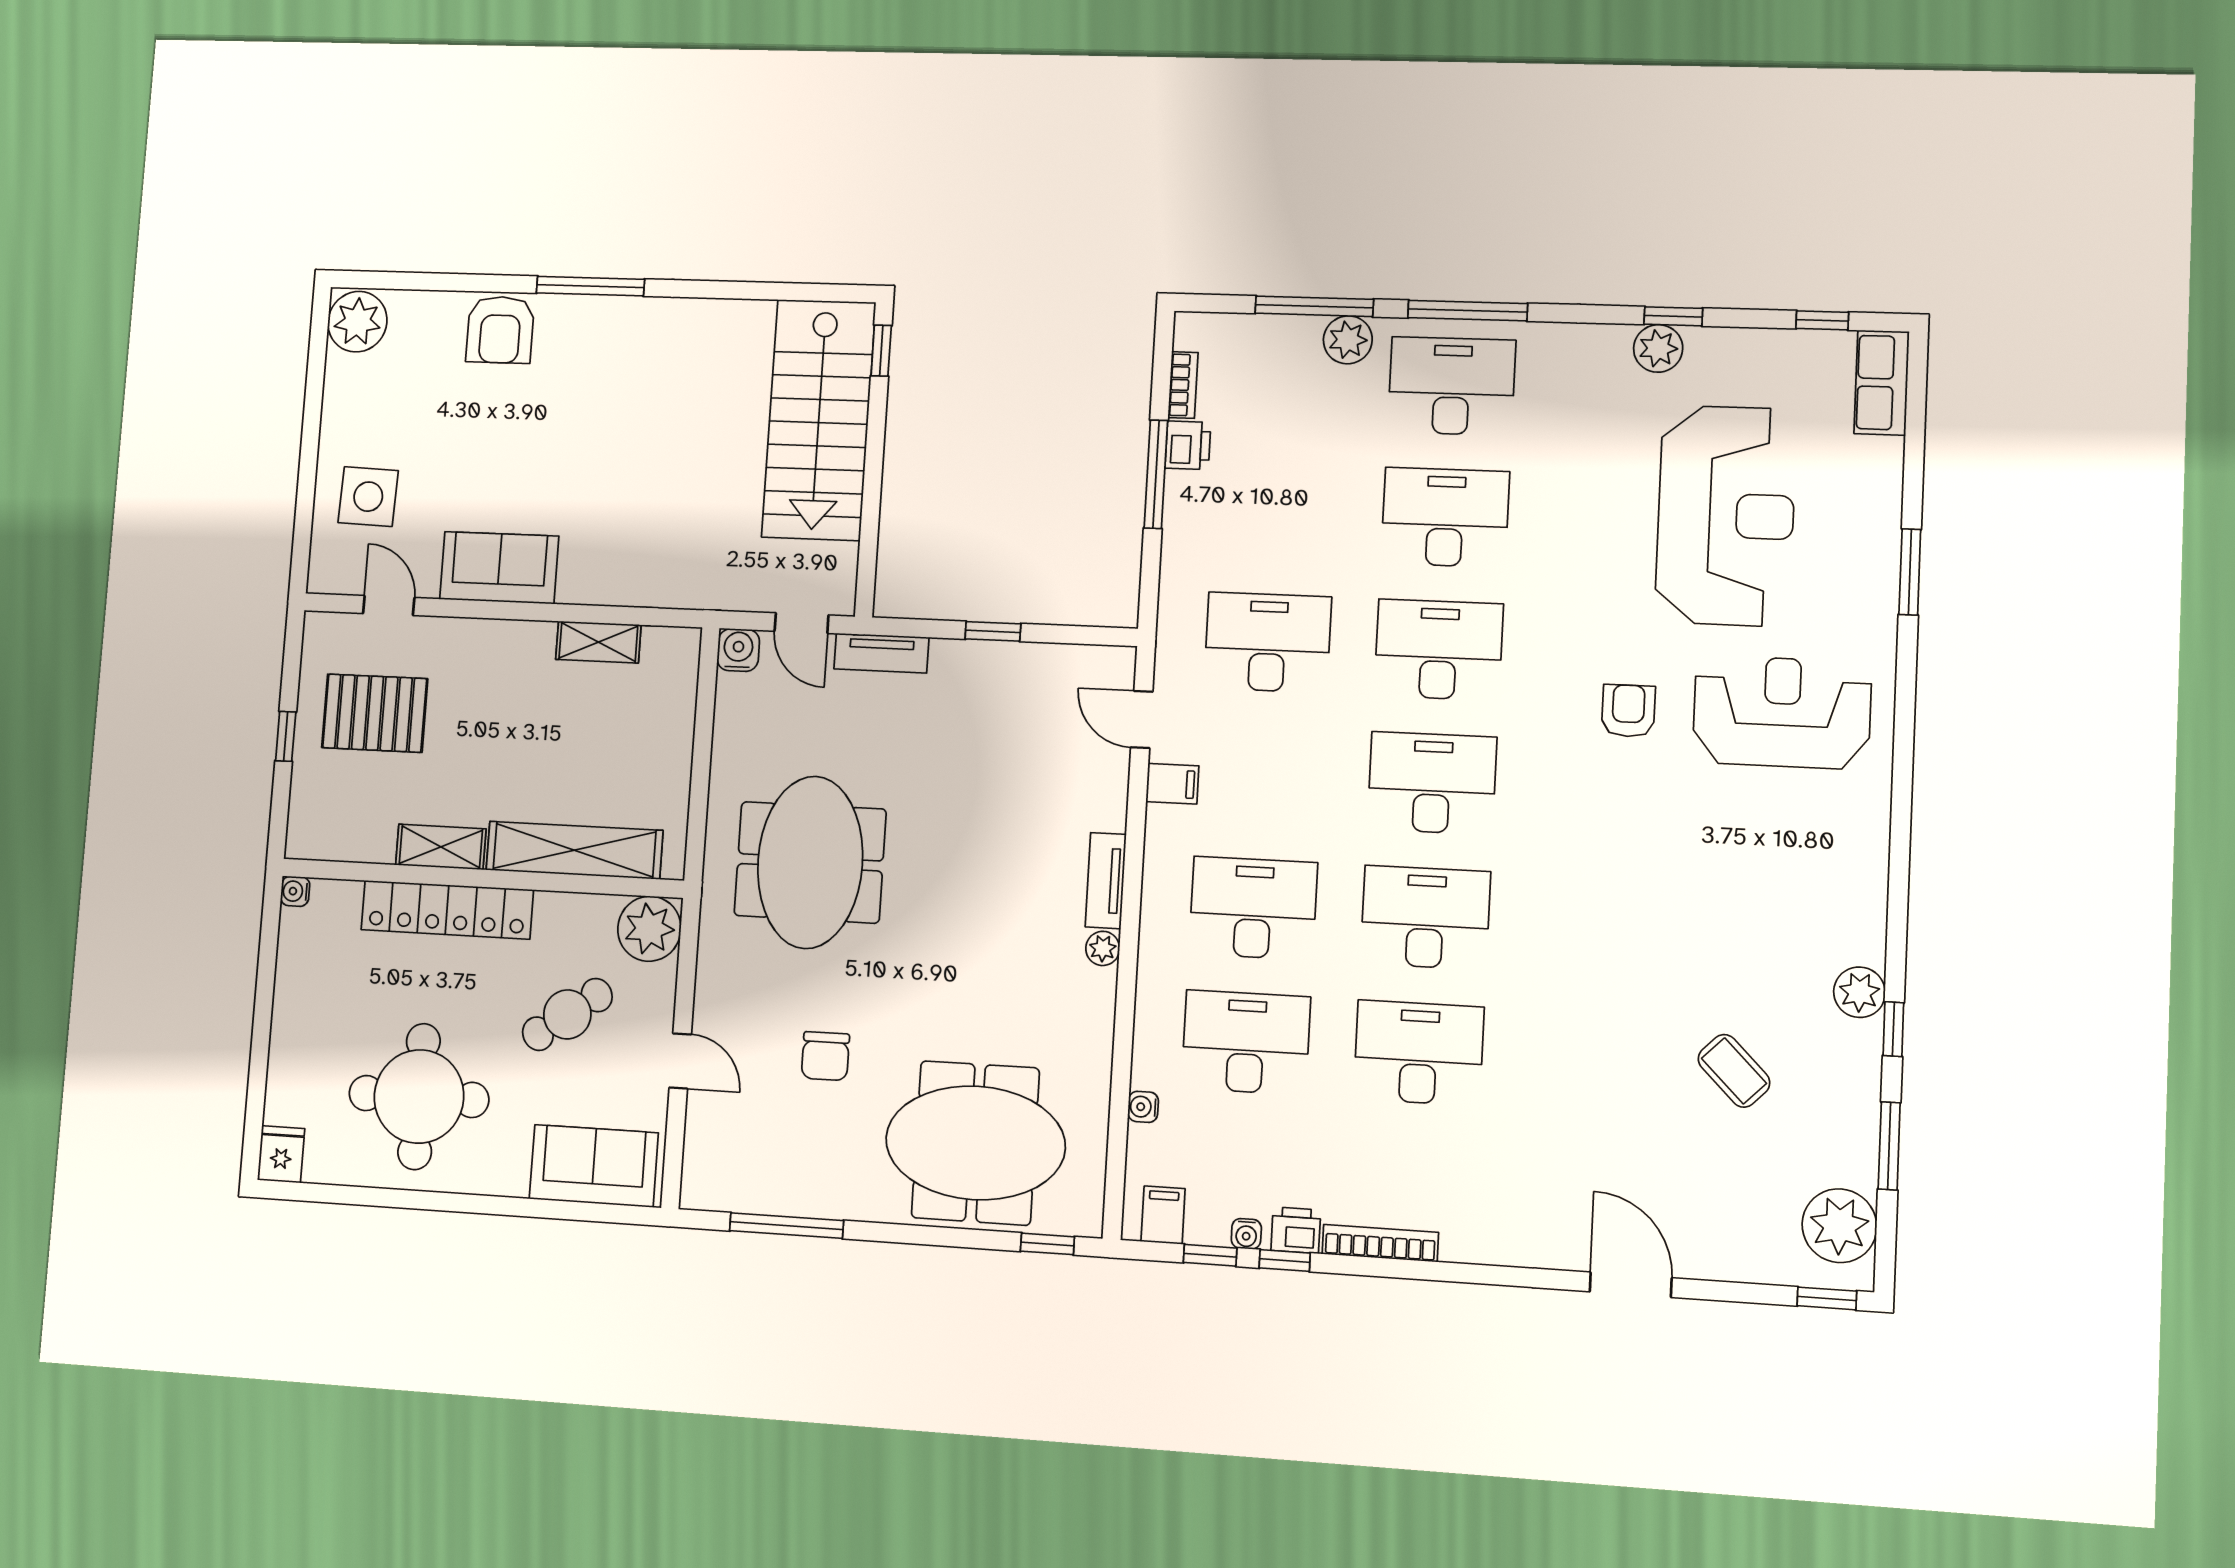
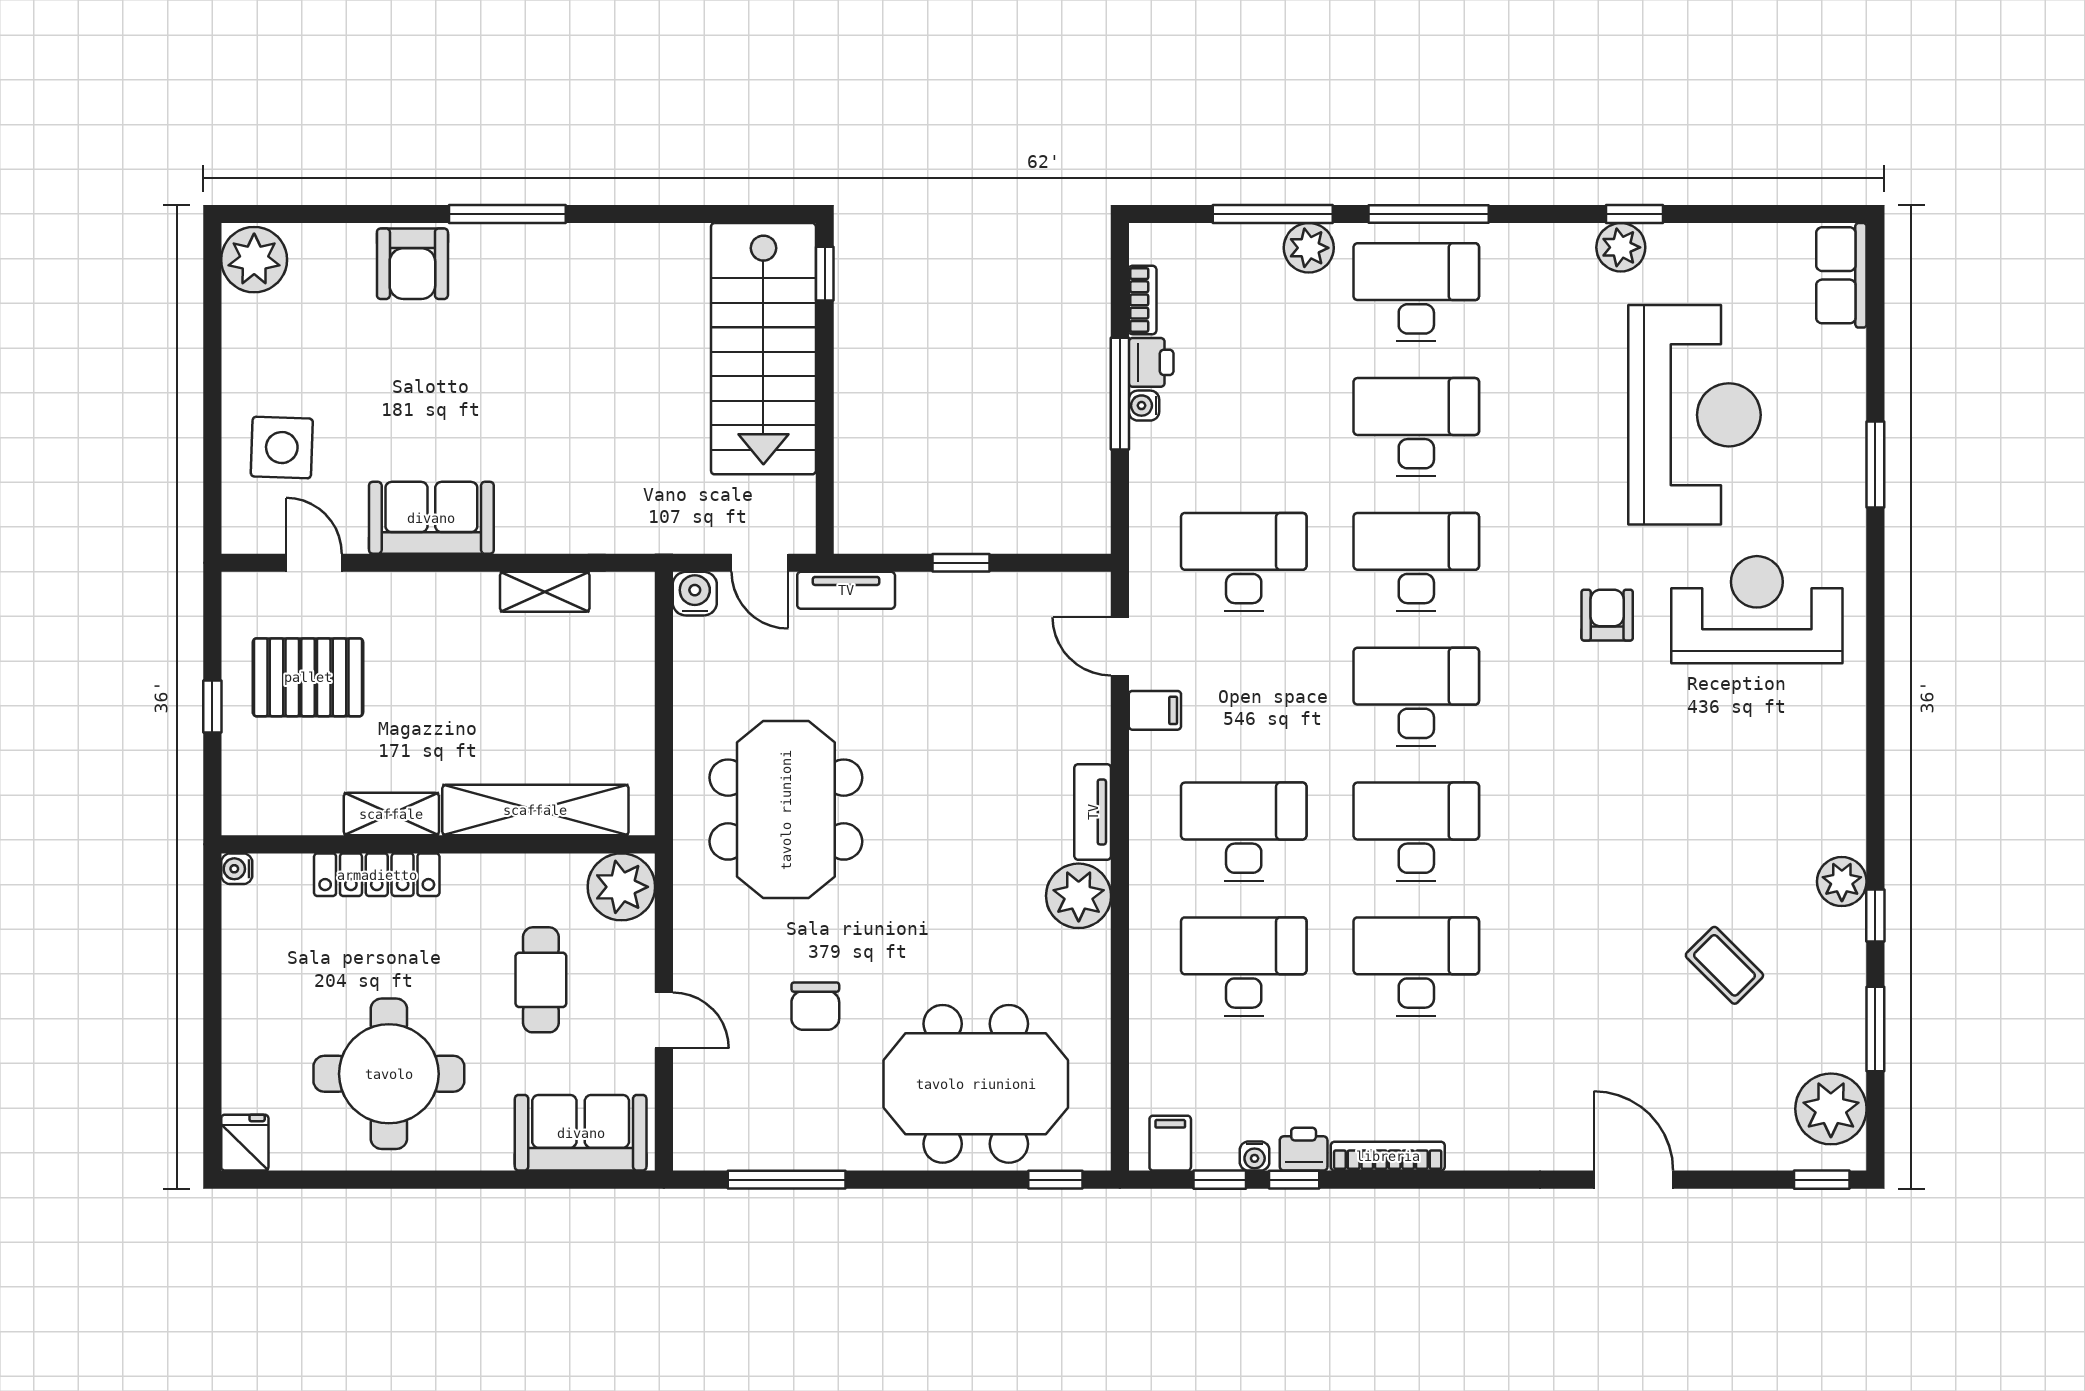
window: (1822, 320) -> (1781, 214), removed
locker: (447, 910) -> (377, 875), width x0.71, depth x0.83
plant: (1103, 948) -> (1079, 896), width x1.87, depth x1.87
cafe table: (567, 1014) -> (541, 980), turned -54
water cooler: (1143, 1107) -> (1144, 406), moved

